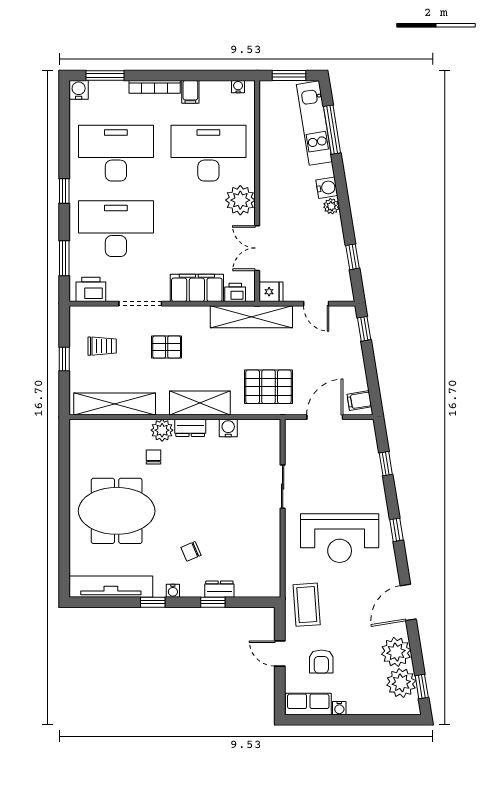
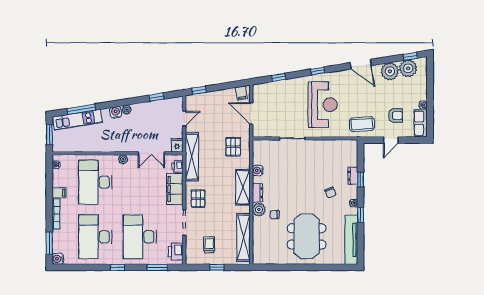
plant: (240, 200) -> (123, 159), width x0.53, depth x0.53
pallet: (167, 347) -> (198, 199), moved
pallet: (269, 387) -> (233, 147), width x0.67, depth x0.71

